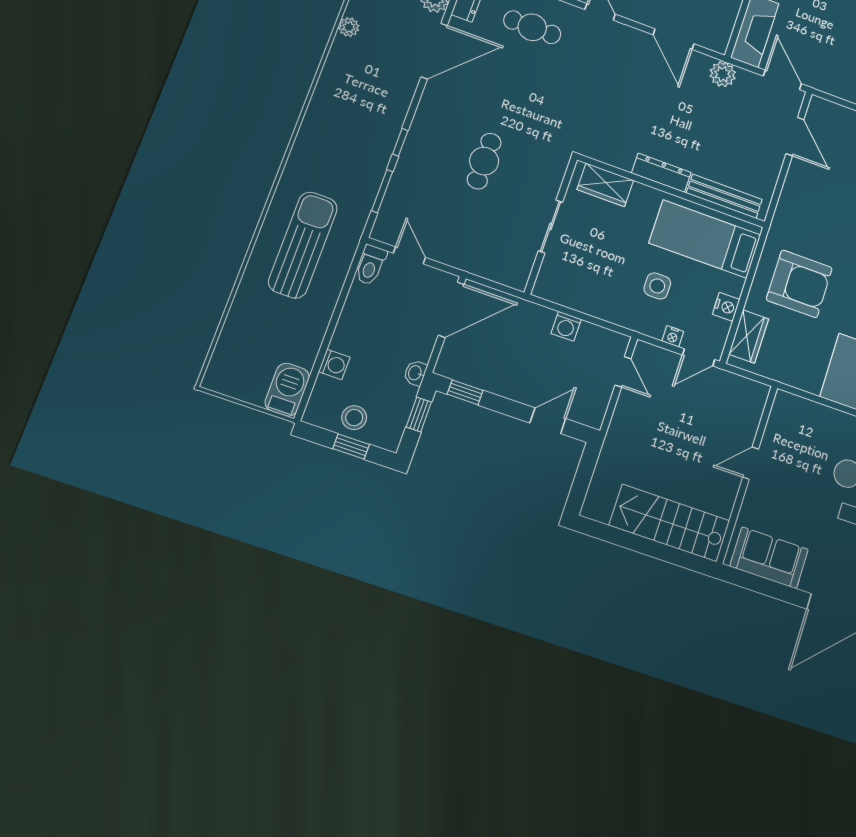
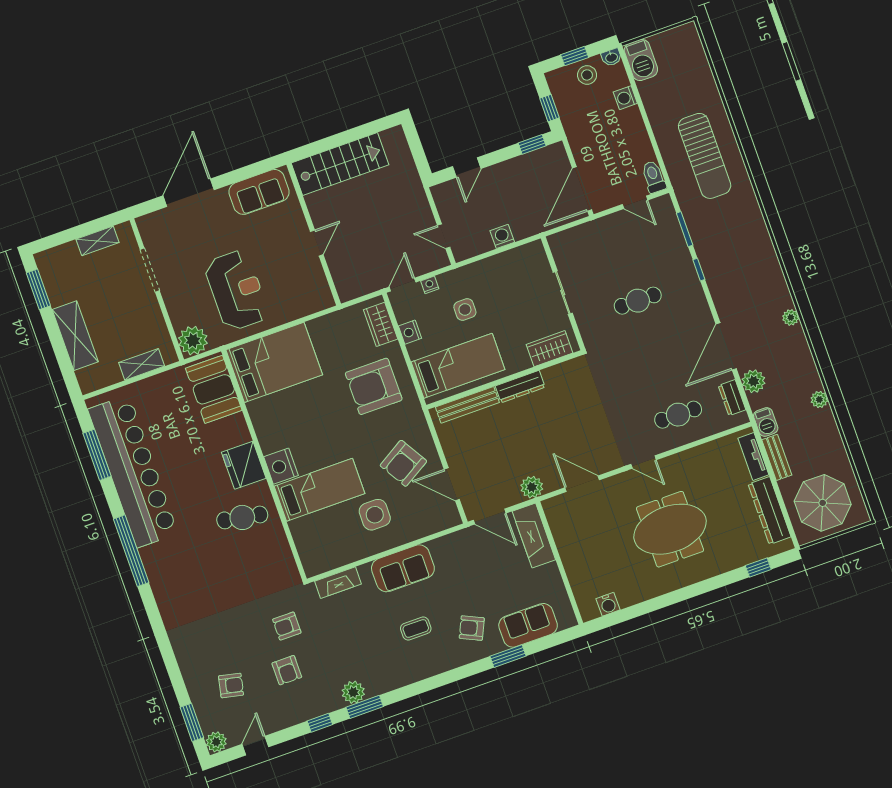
cafe table: (484, 161) -> (638, 301), turned 90
armchair: (825, 192) -> (403, 463), added
washbasin: (415, 373) -> (611, 57), moved, turned 90

